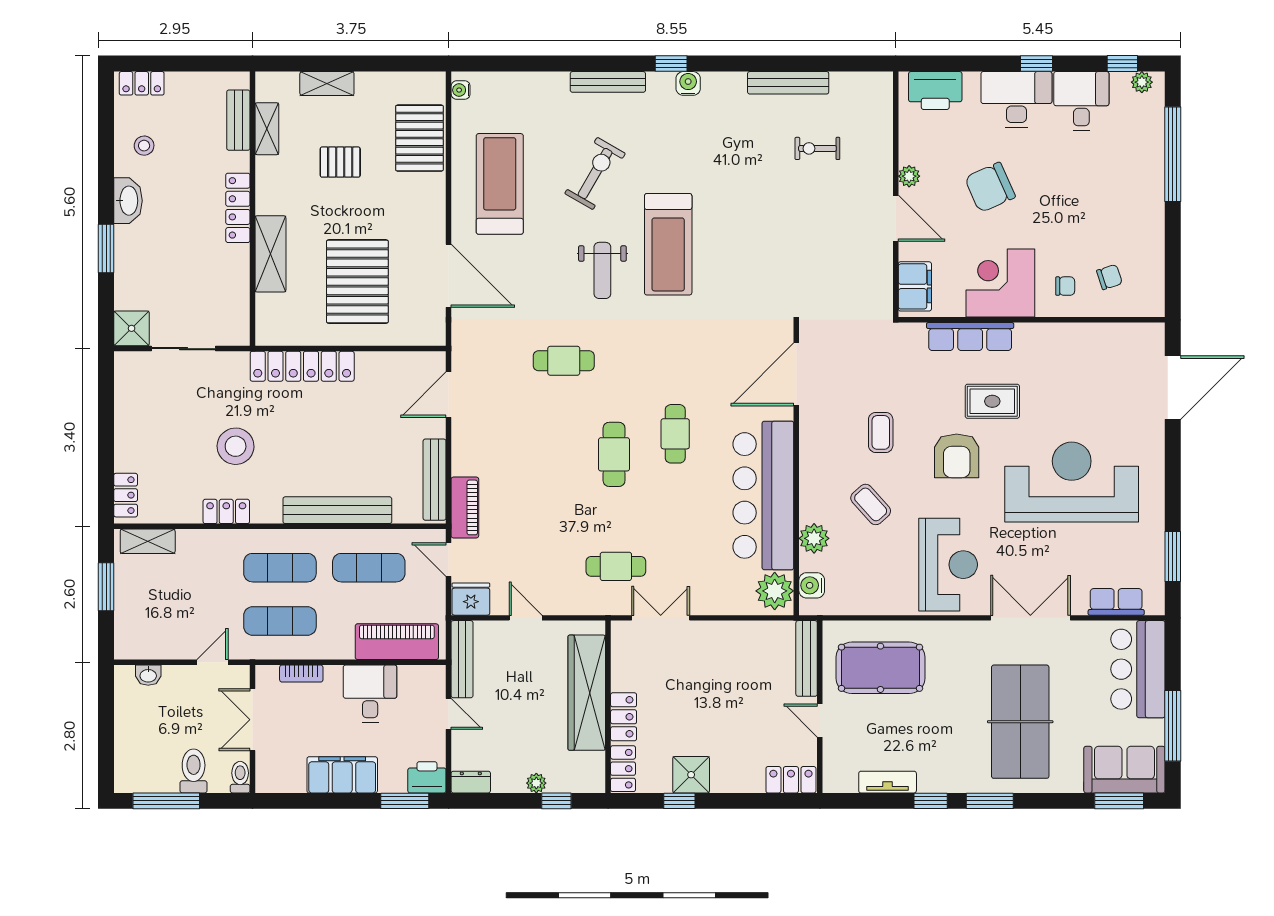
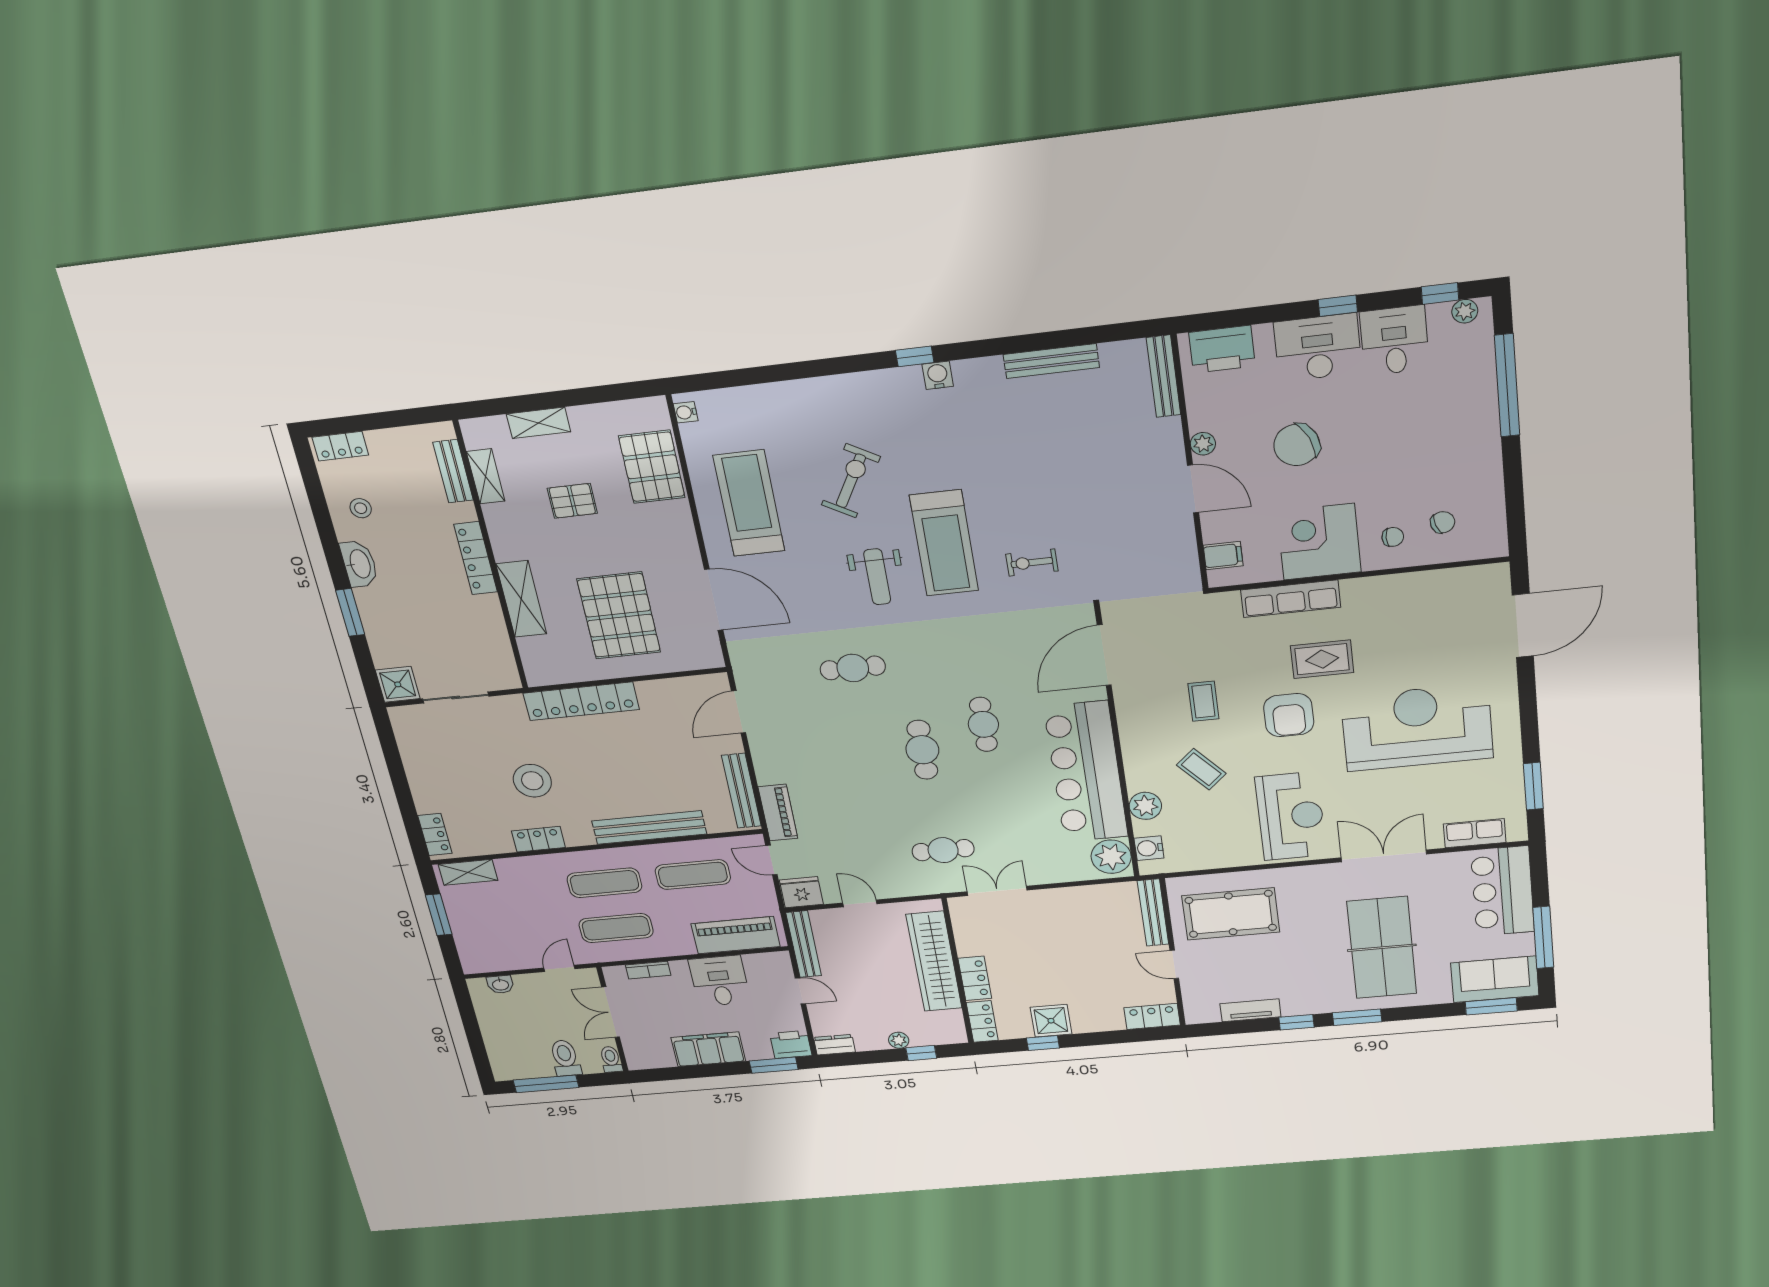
bench: (608, 82) -> (1163, 376), moved, turned 90
exercise bike: (817, 148) -> (1032, 563), moved
filing cabinet: (915, 286) -> (1223, 556), width x0.50

